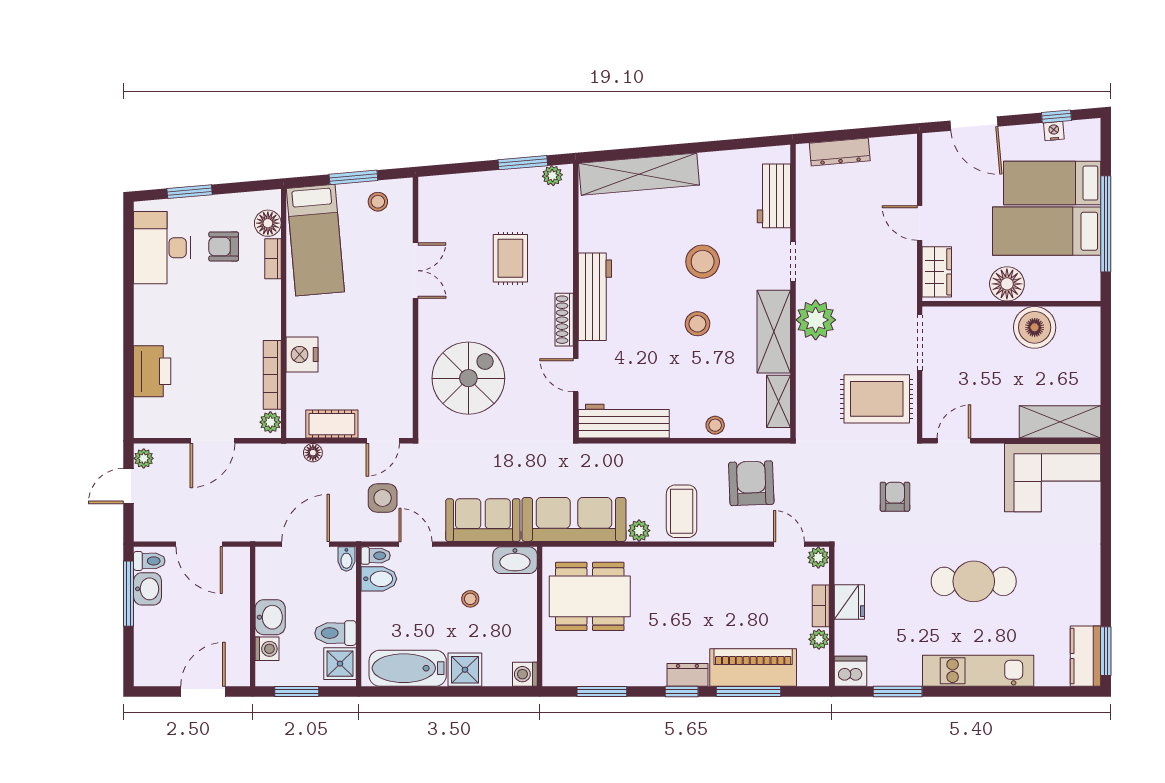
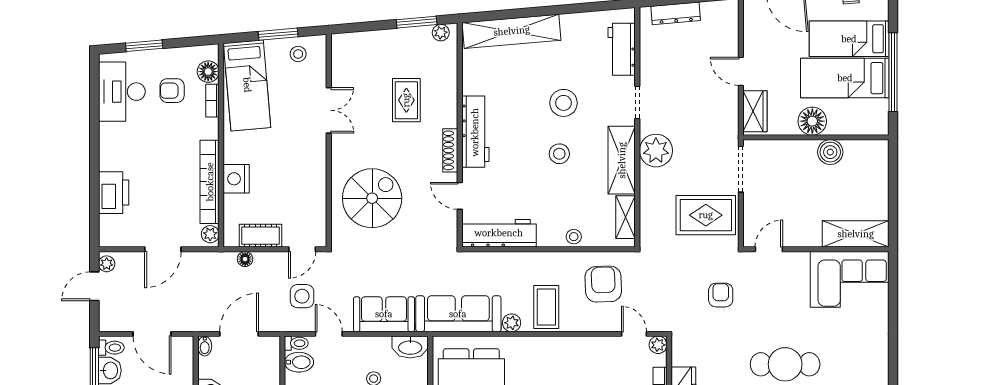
boiler: (1035, 327) -> (830, 152), width x0.73, depth x0.73
bookcase: (272, 375) -> (210, 182), width x1.48, depth x1.31
bidet: (346, 559) -> (205, 346), moved

